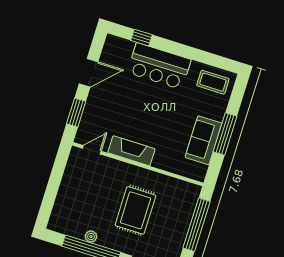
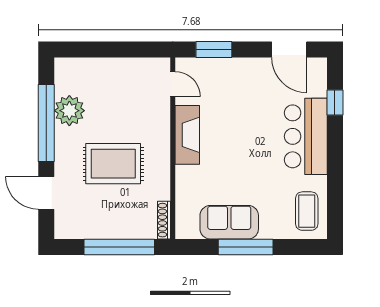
door: (89, 73) -> (289, 49), moved
shoe rack: (187, 187) -> (164, 220), added
plant: (91, 236) -> (69, 111), width x1.88, depth x1.88

